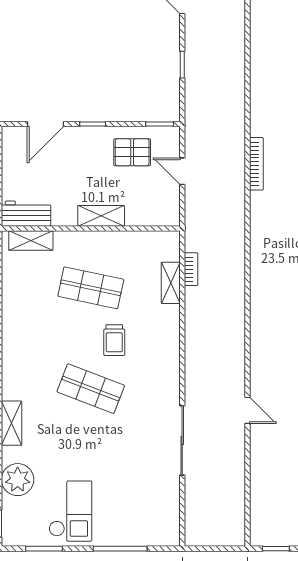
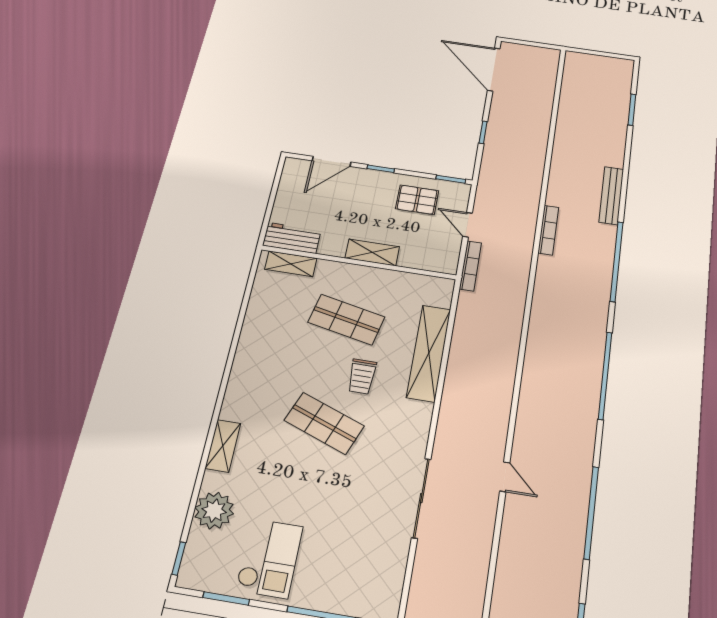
bookcase: (191, 269) -> (470, 266), moved, width x1.56
shelving: (171, 283) -> (429, 353), width x2.20, depth x1.33

